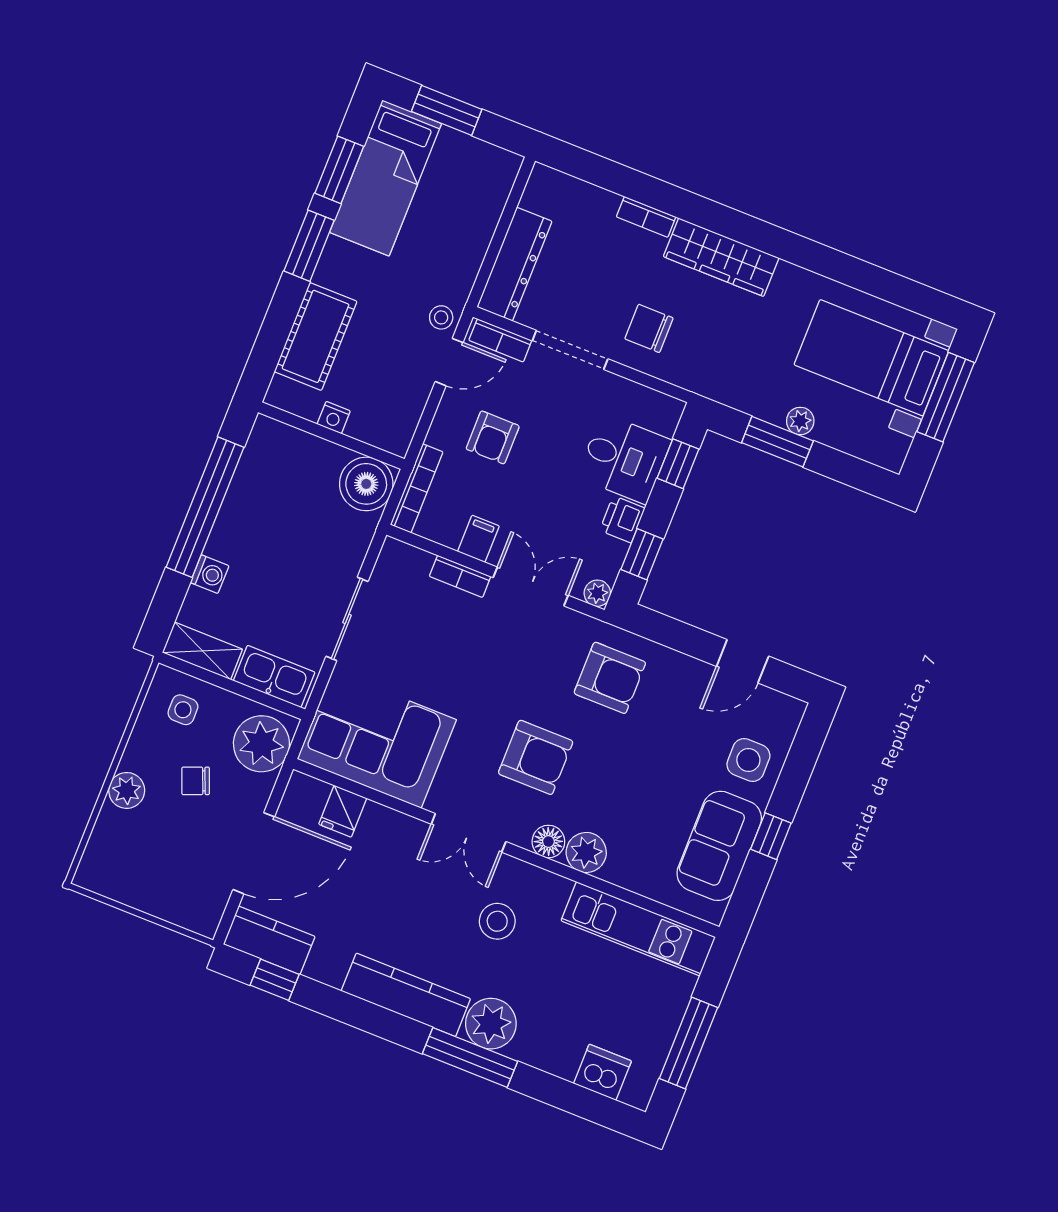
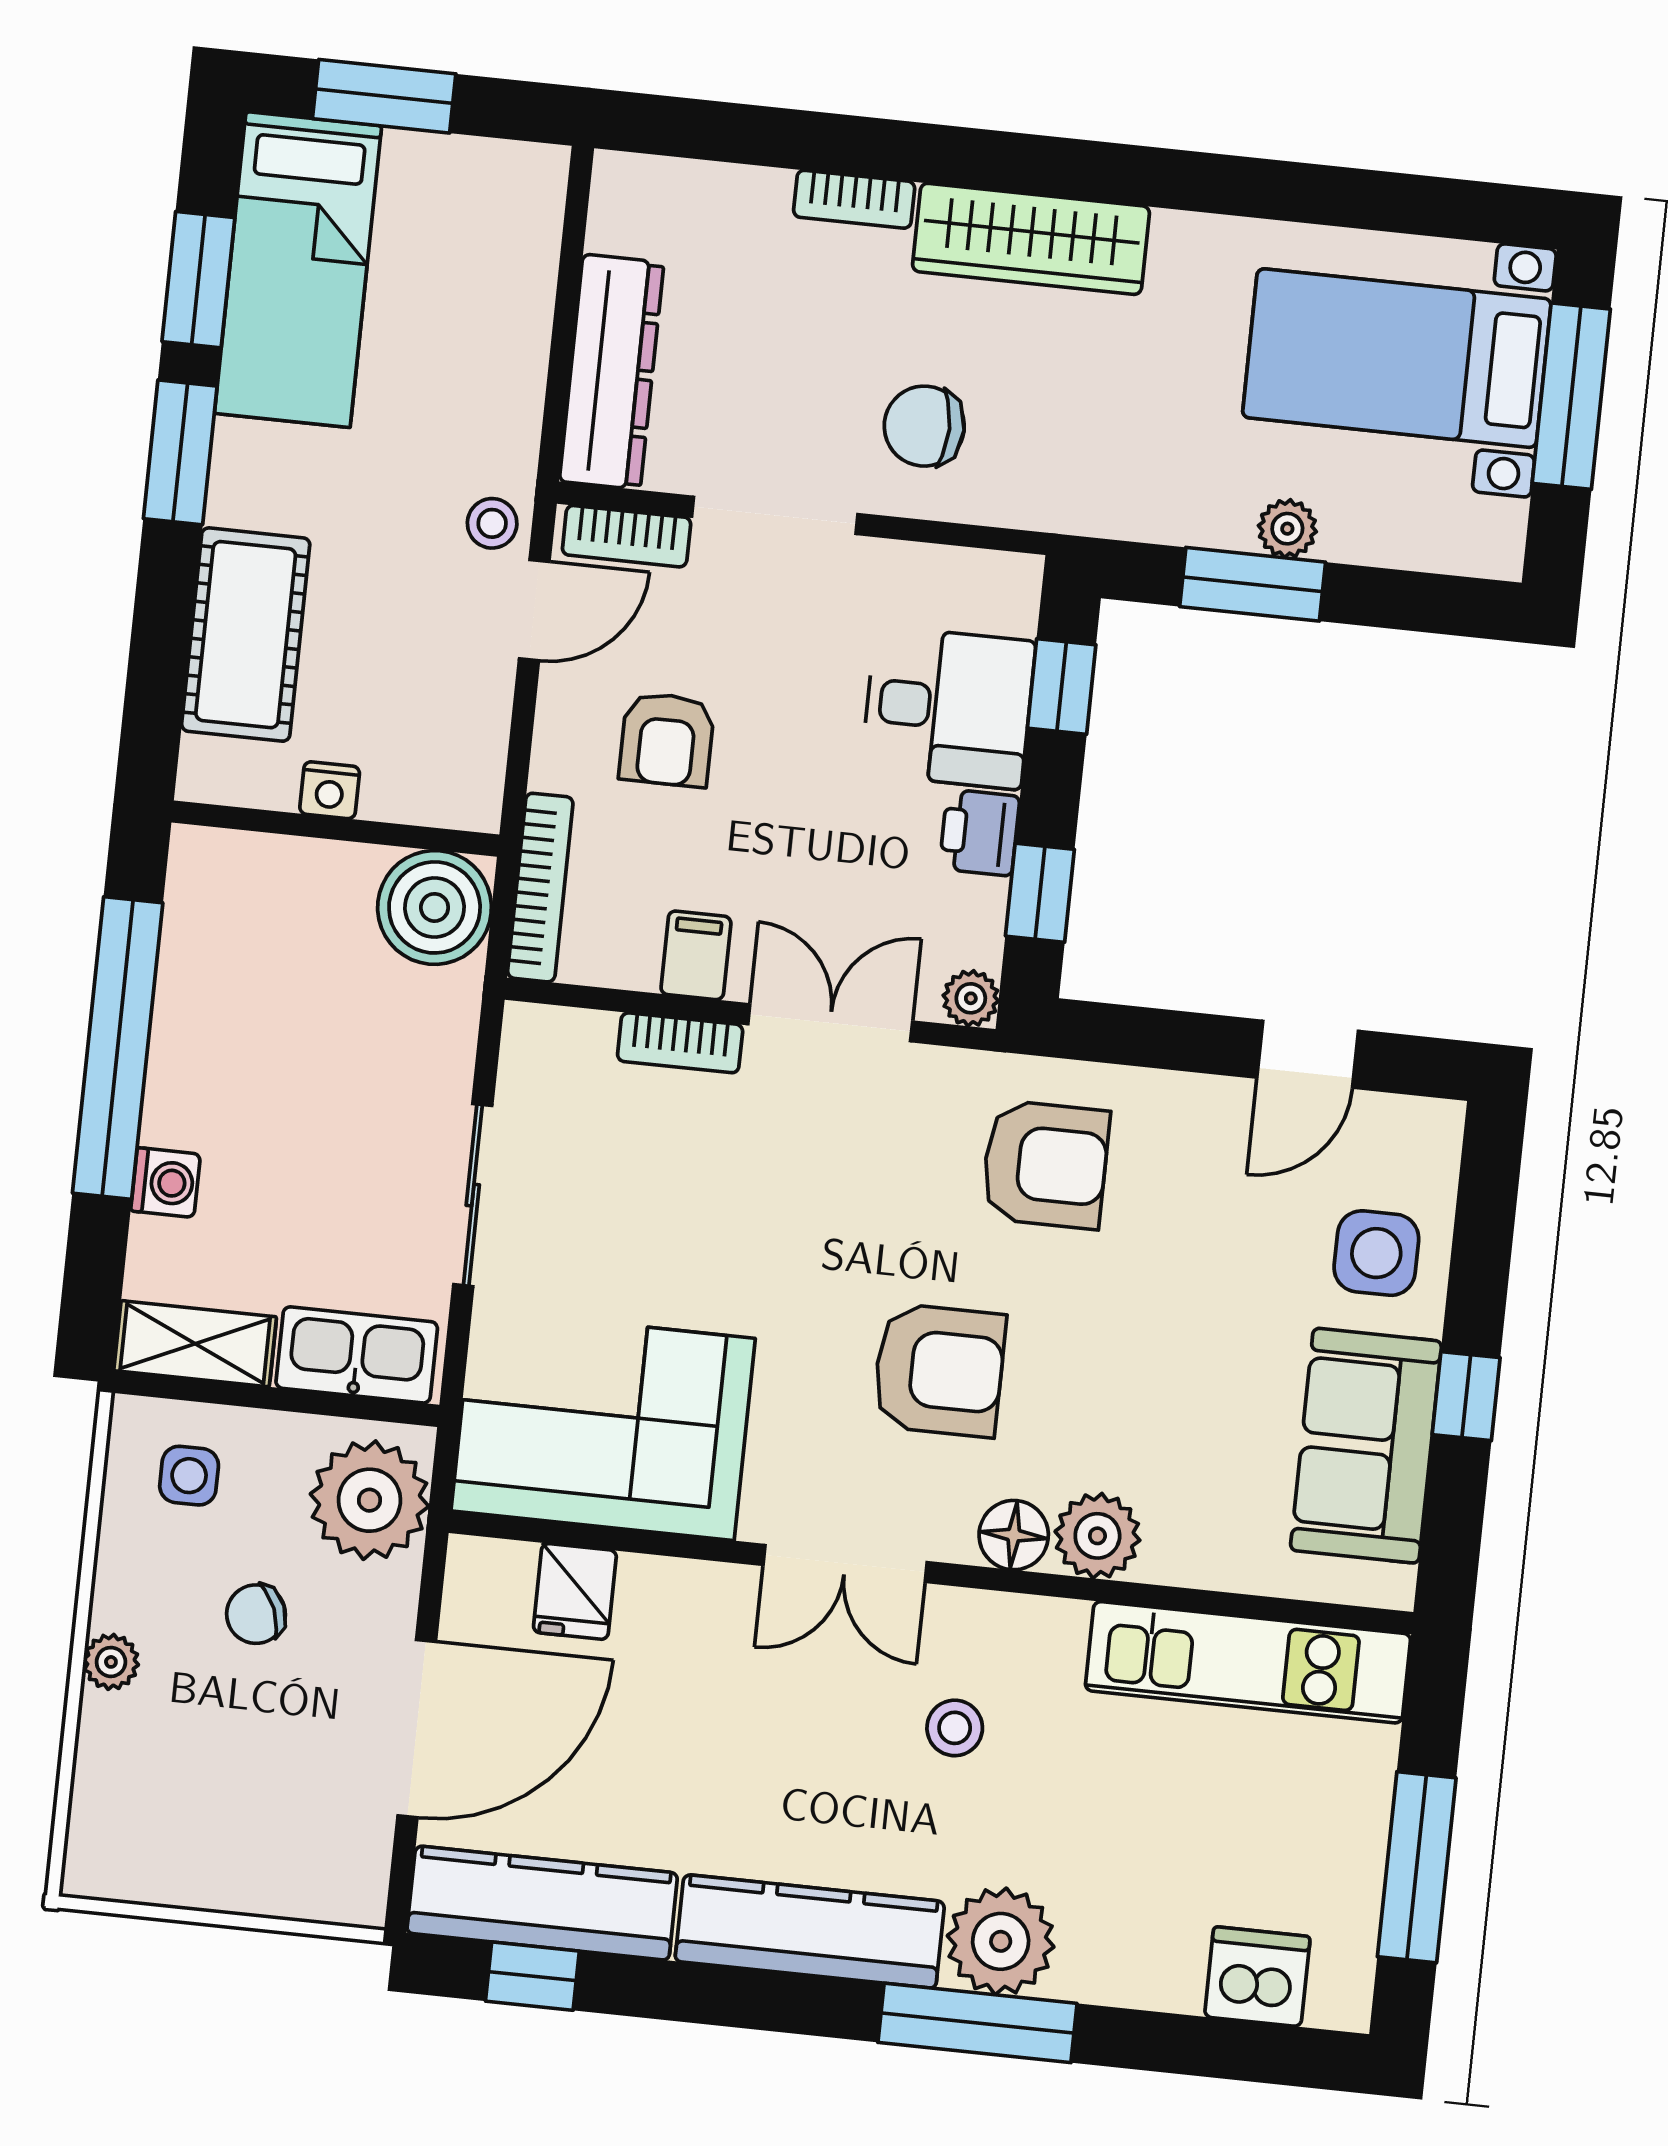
plant: (127, 790) -> (111, 1662), width x0.73, depth x0.73
stool: (497, 921) -> (955, 1728), width x0.73, depth x0.73
kitchen counter: (269, 940) -> (542, 1903), width x1.50

